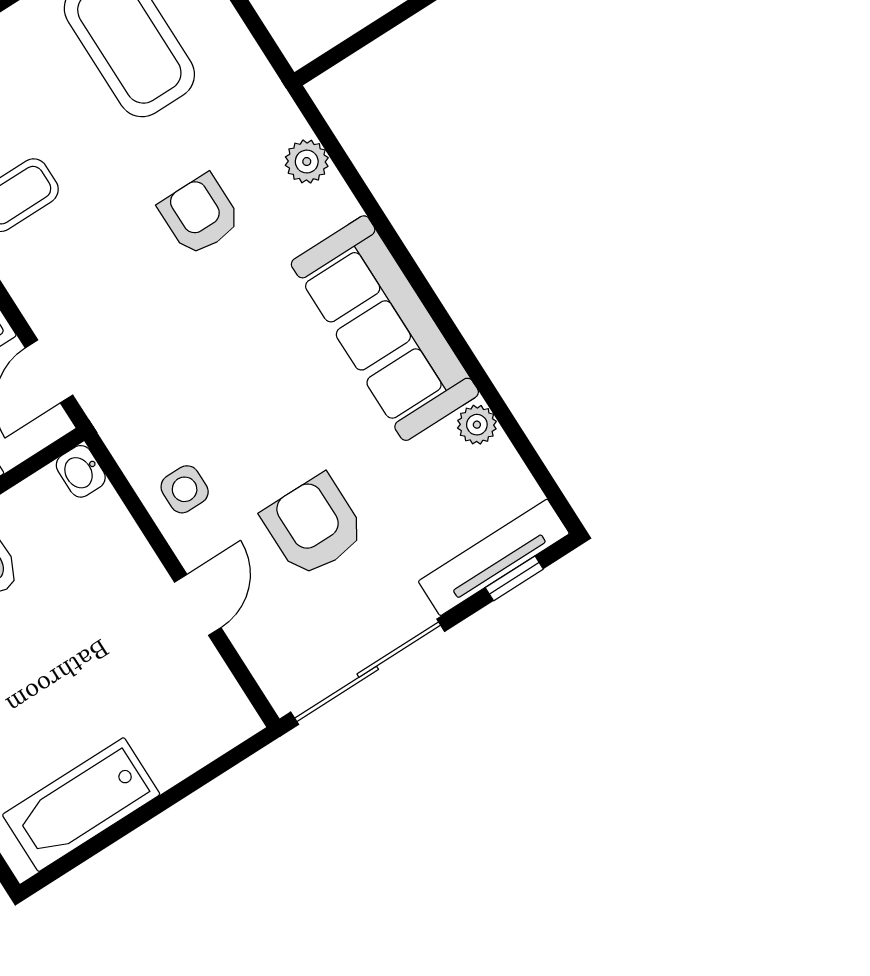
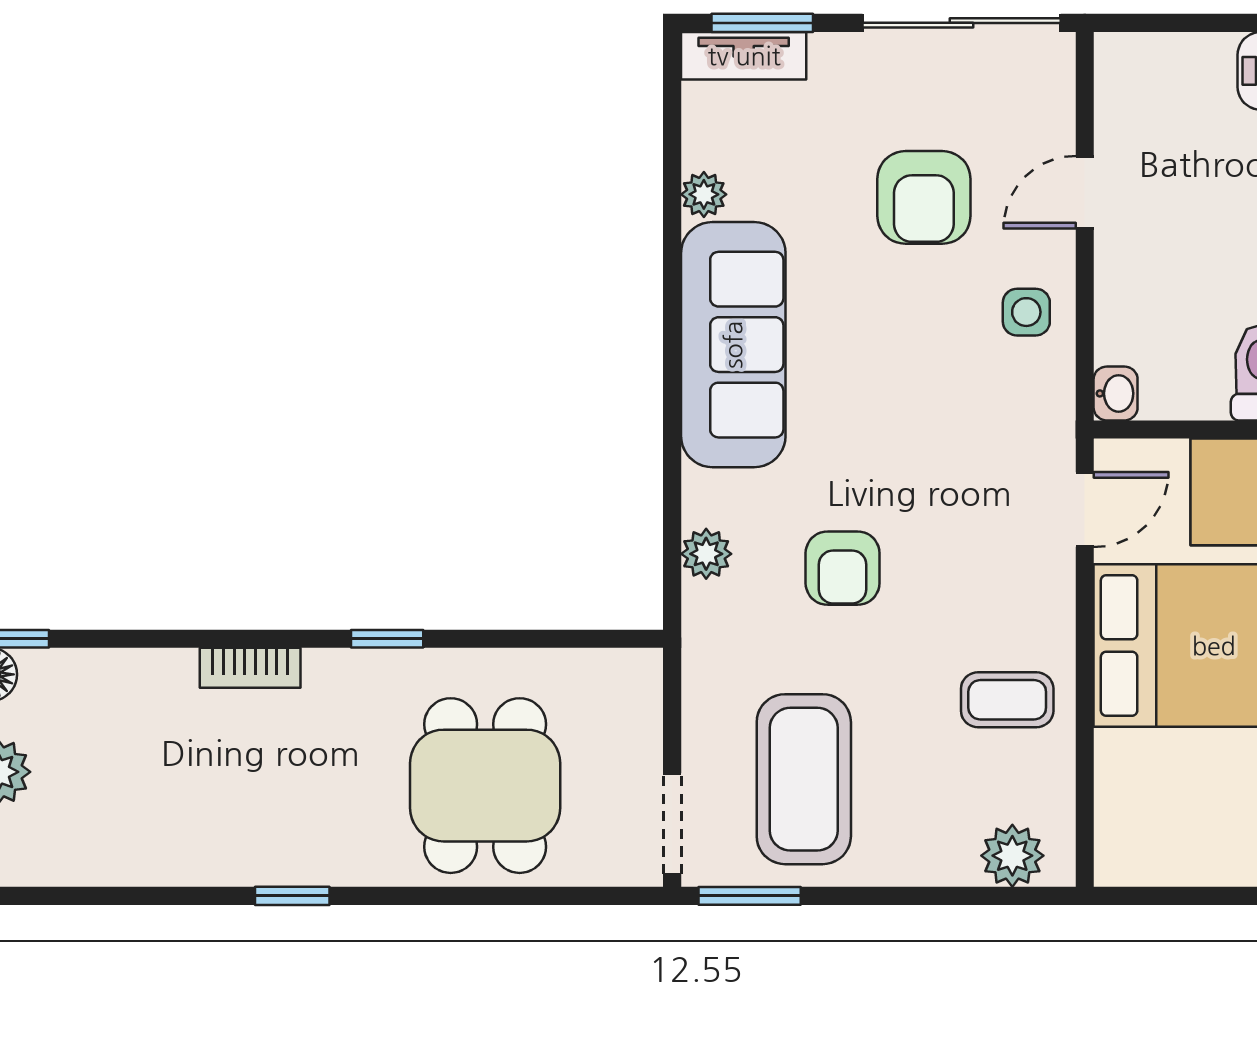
tv unit: (494, 557) -> (744, 56), width x0.71
window: (514, 578) -> (762, 23), width x1.50

